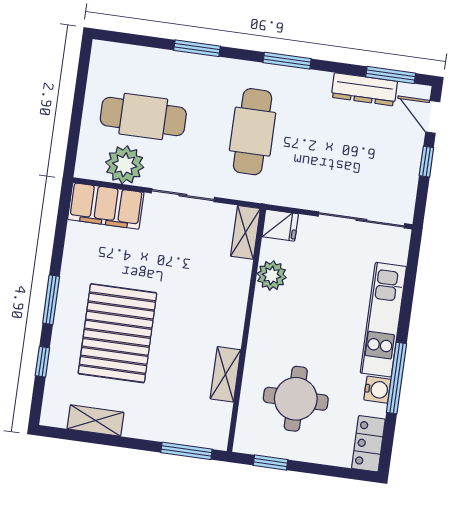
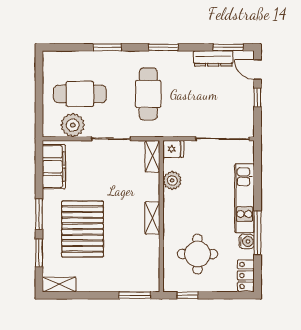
filing cabinet: (106, 206) -> (54, 167), moved, turned -90
window: (42, 362) -> (39, 253), width x1.50
shelving: (225, 374) -> (152, 218), moved
shelving: (95, 421) -> (59, 284), moved

